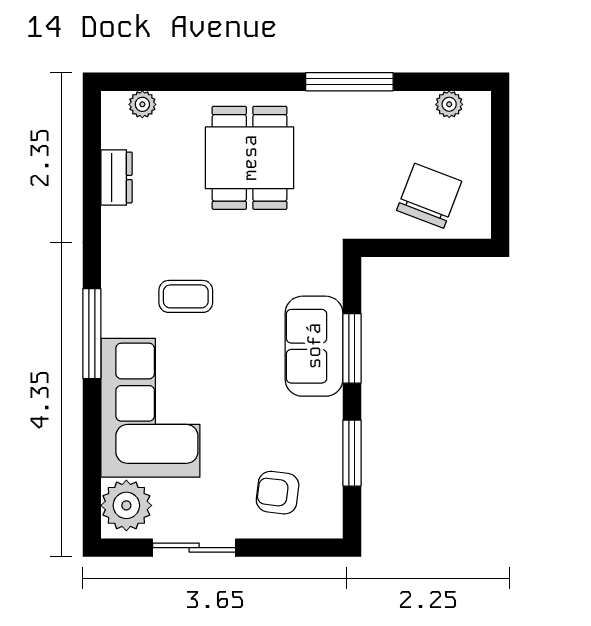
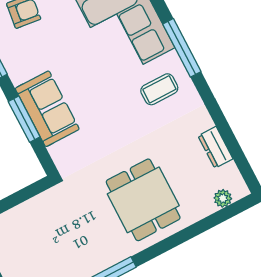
chair: (429, 196) -> (26, 233), removed
coffee table: (186, 296) -> (159, 89), moved

